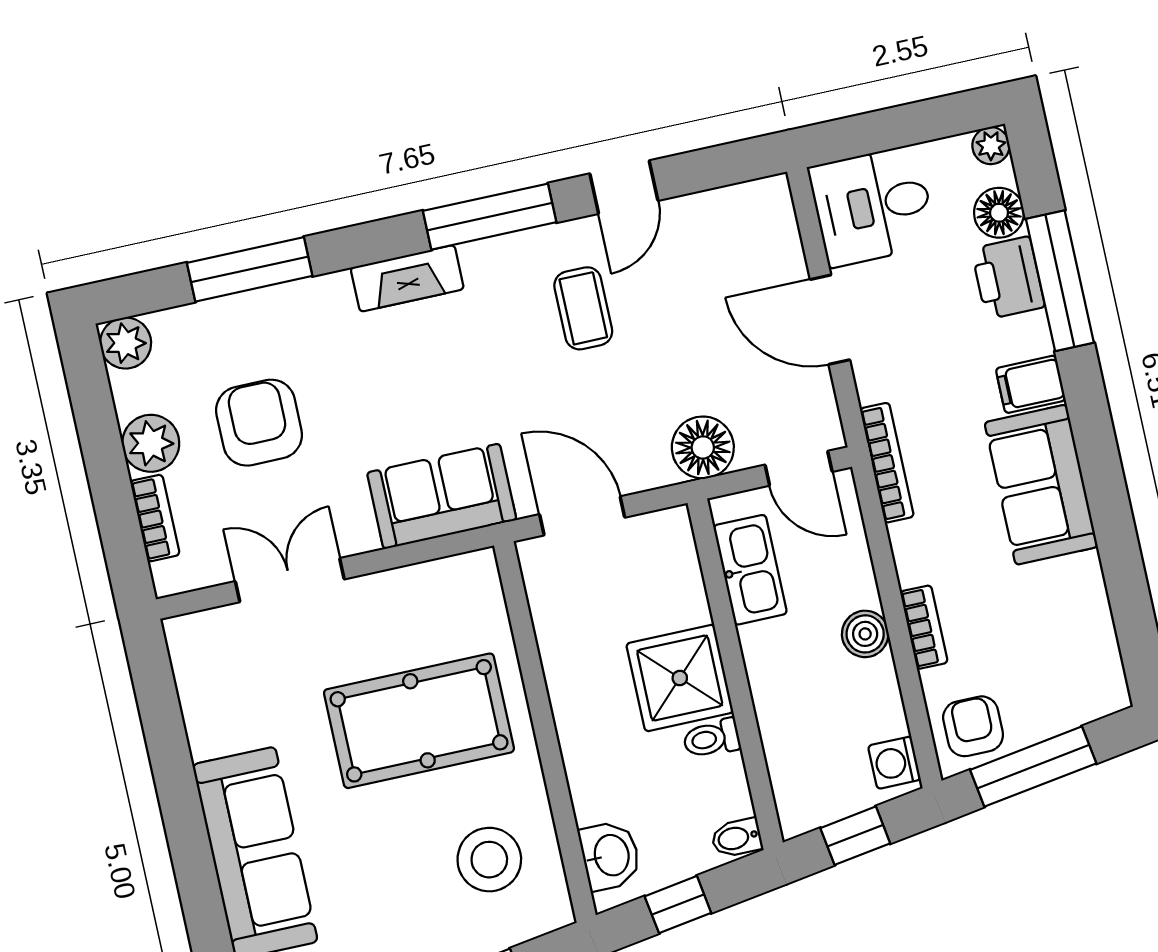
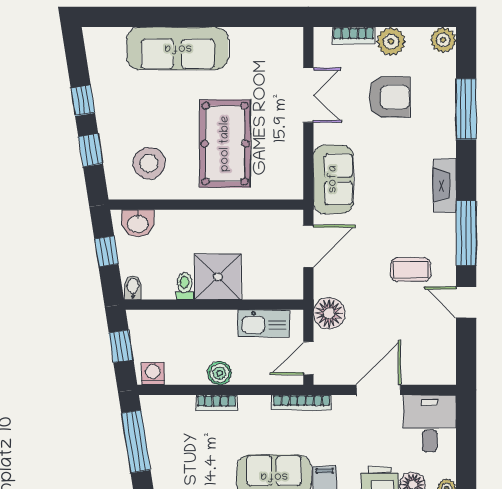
armchair: (973, 726) -> (162, 416), removed

